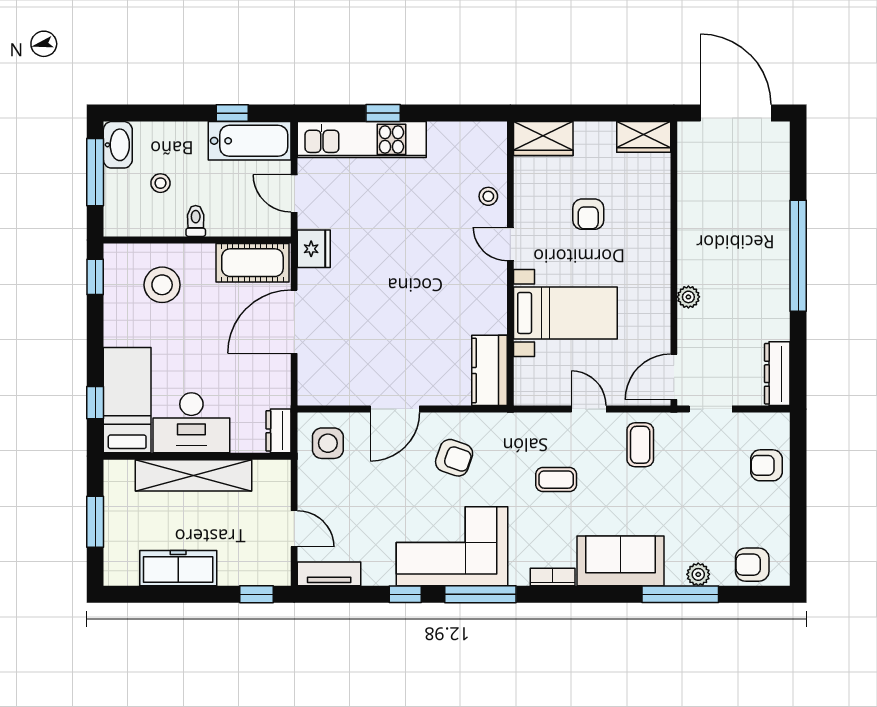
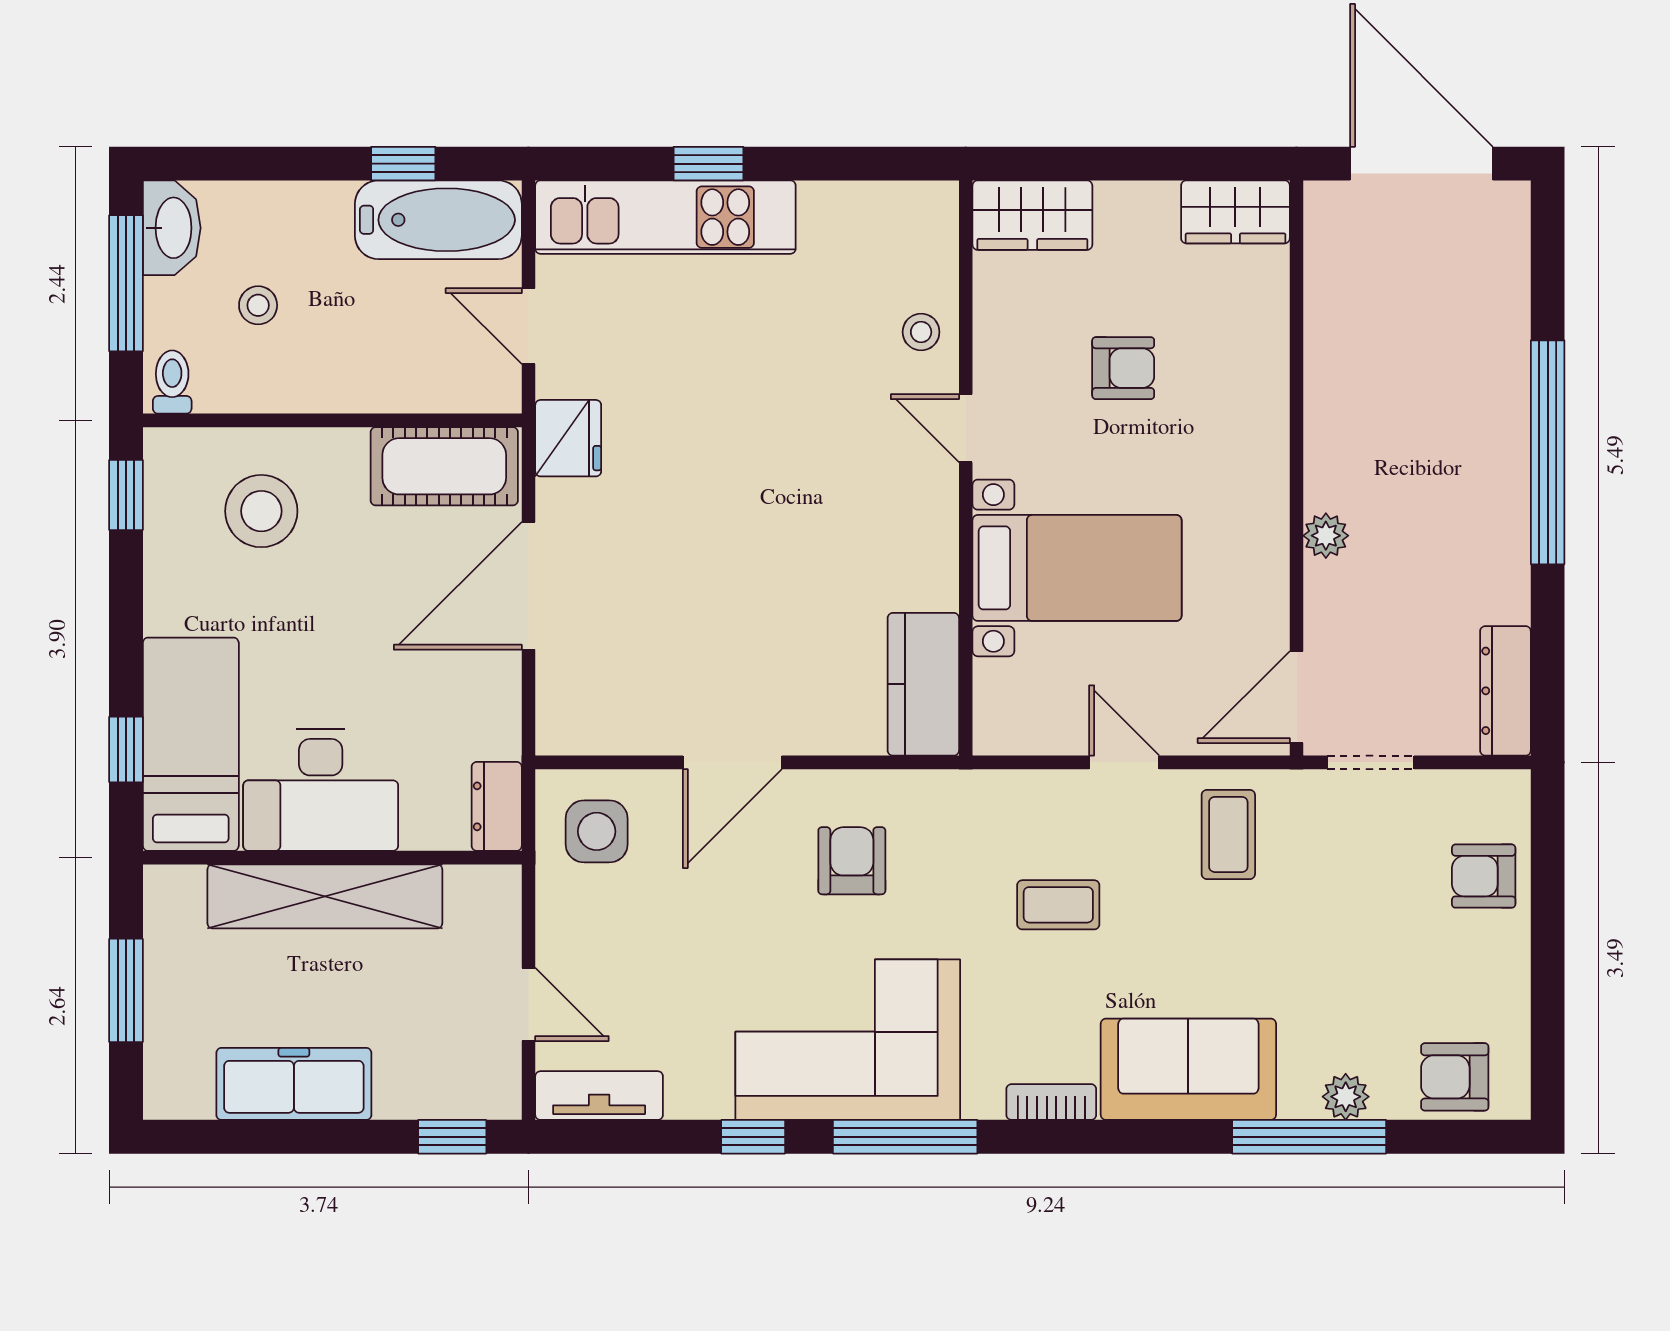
armchair: (588, 214) -> (1123, 368), turned -90
toilet: (196, 221) -> (172, 382), moved
armchair: (454, 458) -> (852, 861), turned -109

